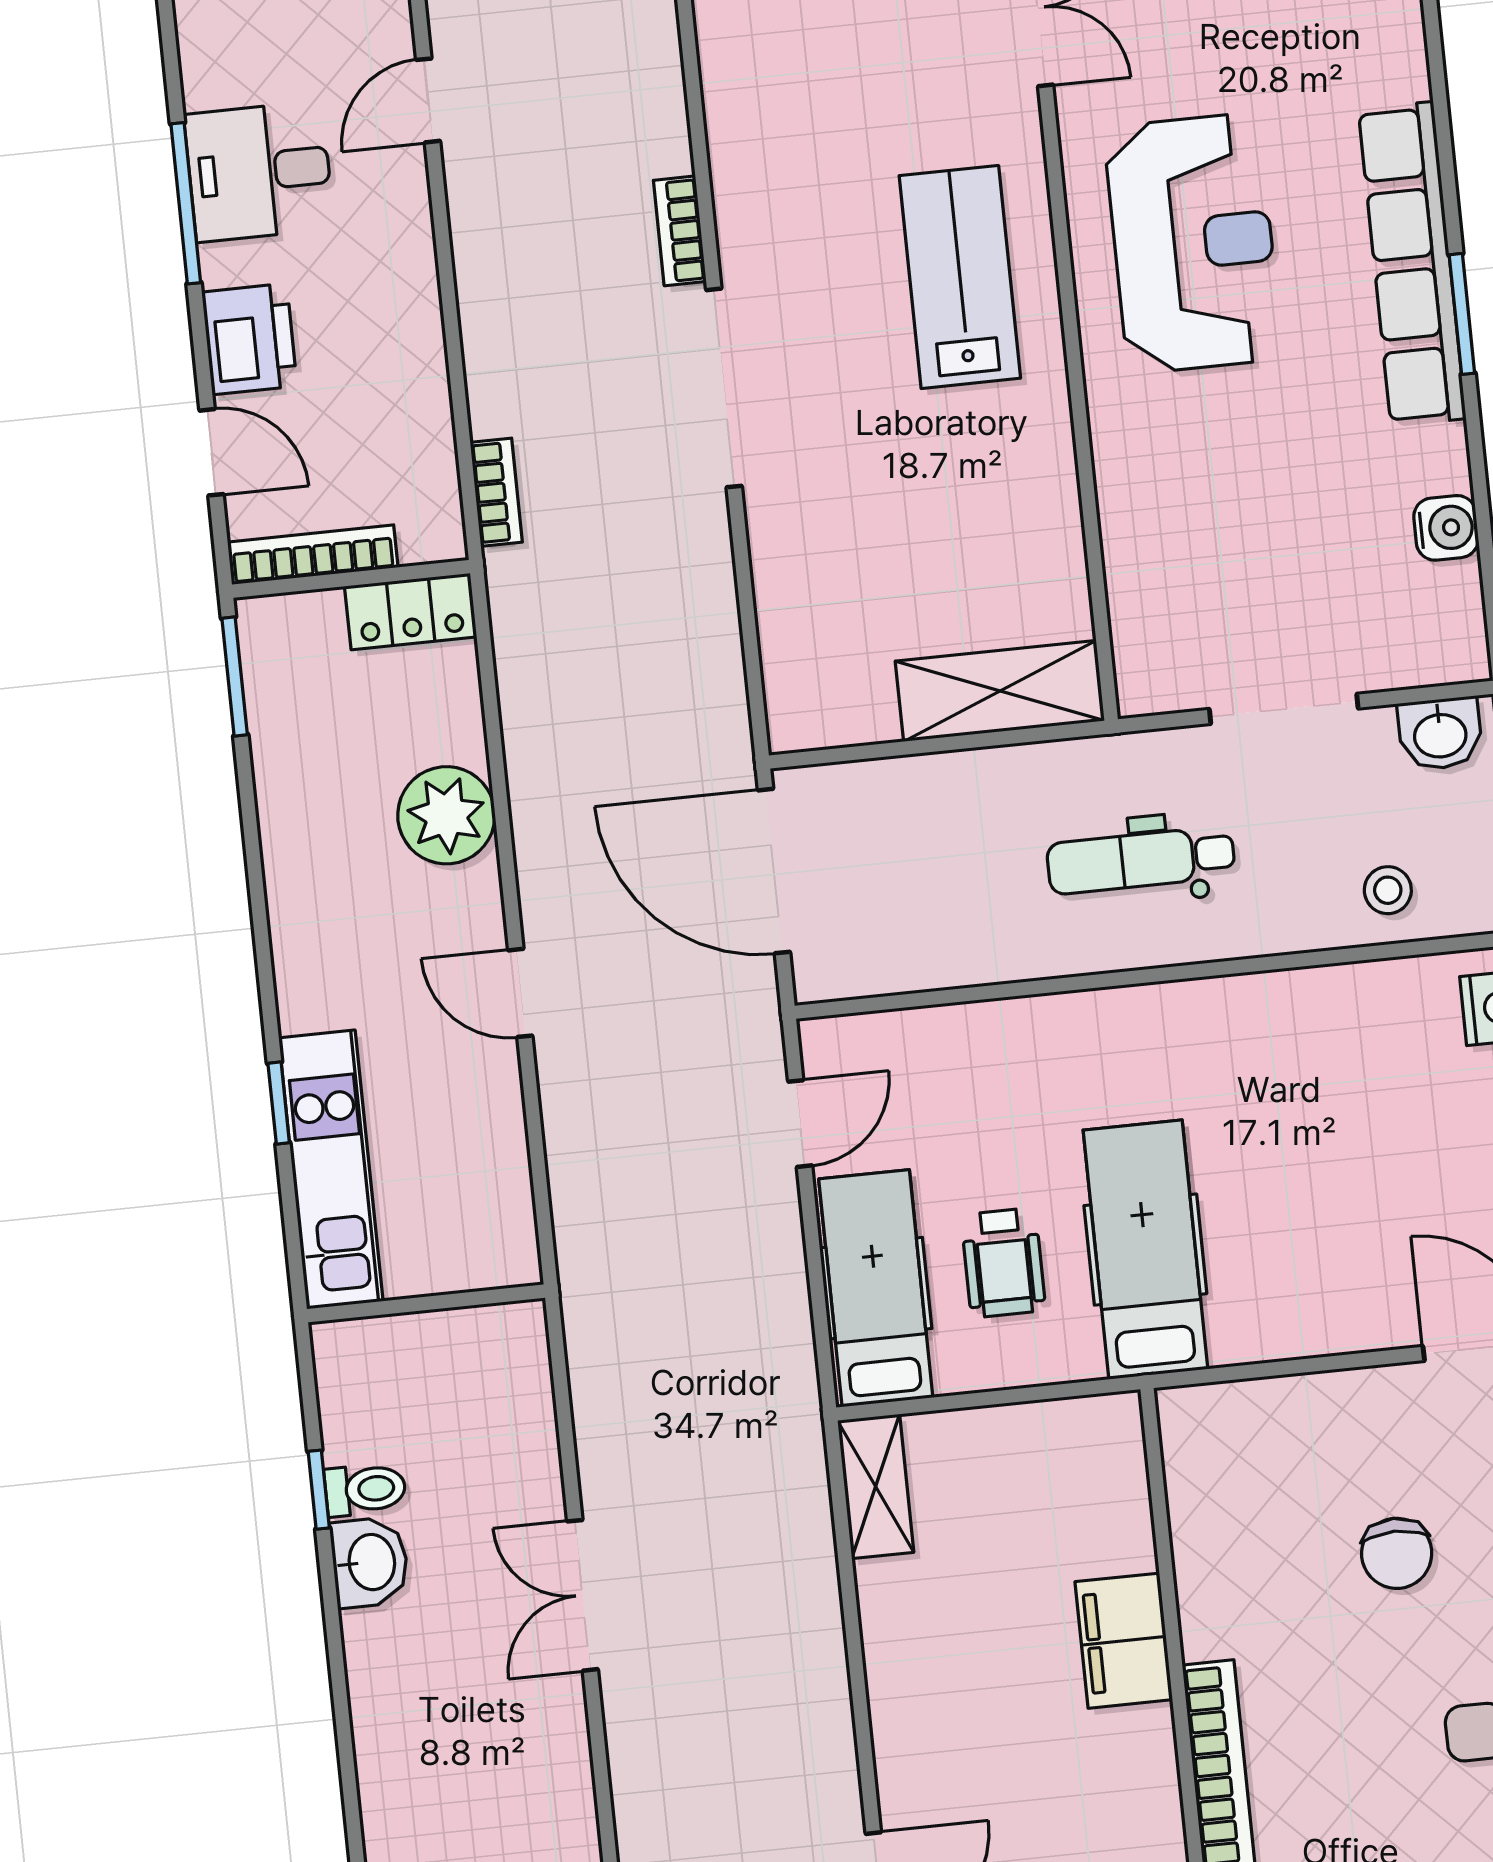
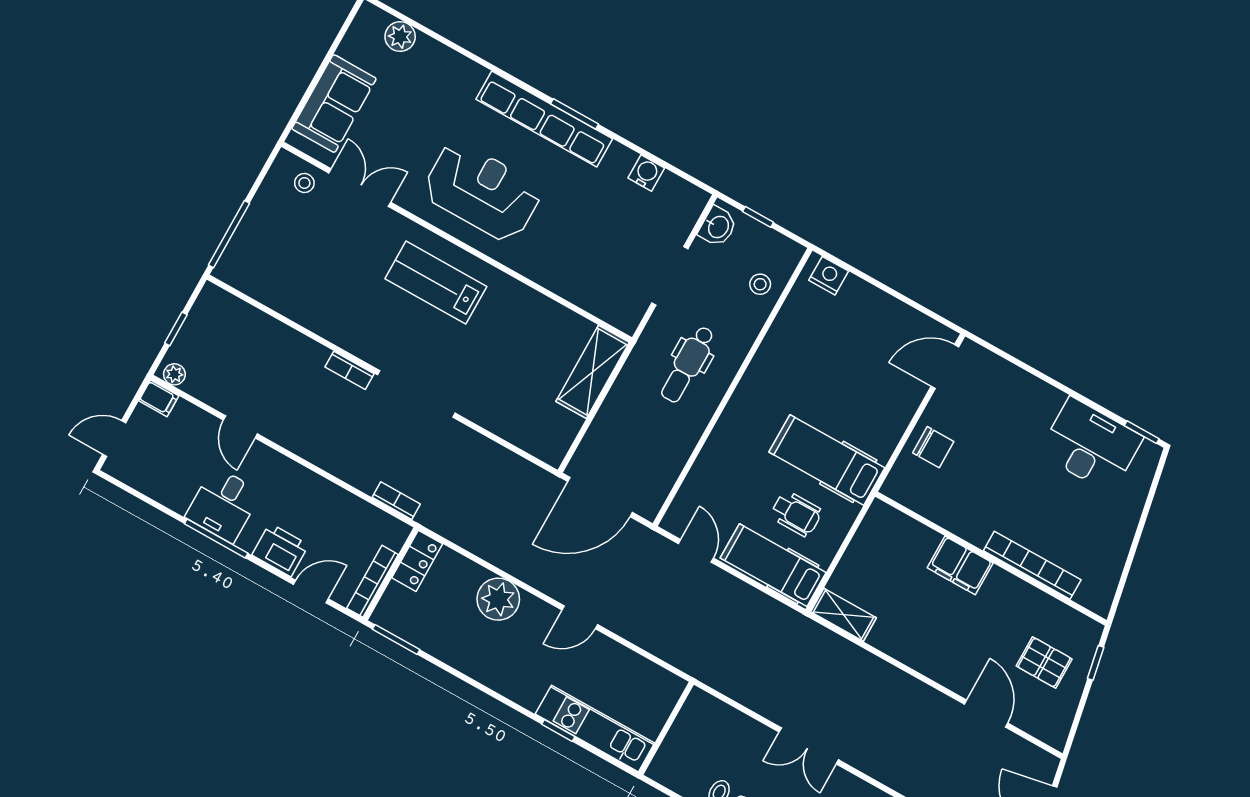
chair: (1397, 1553) -> (933, 447), moved

